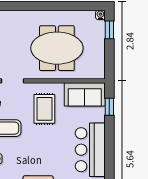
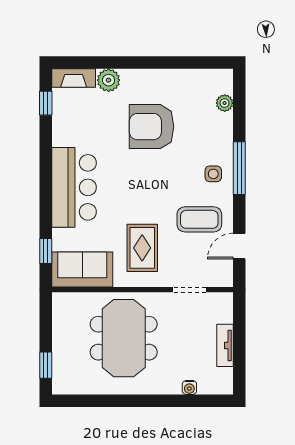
water cooler: (100, 15) -> (189, 387), moved
meeting table: (57, 48) -> (124, 338), turned 90

